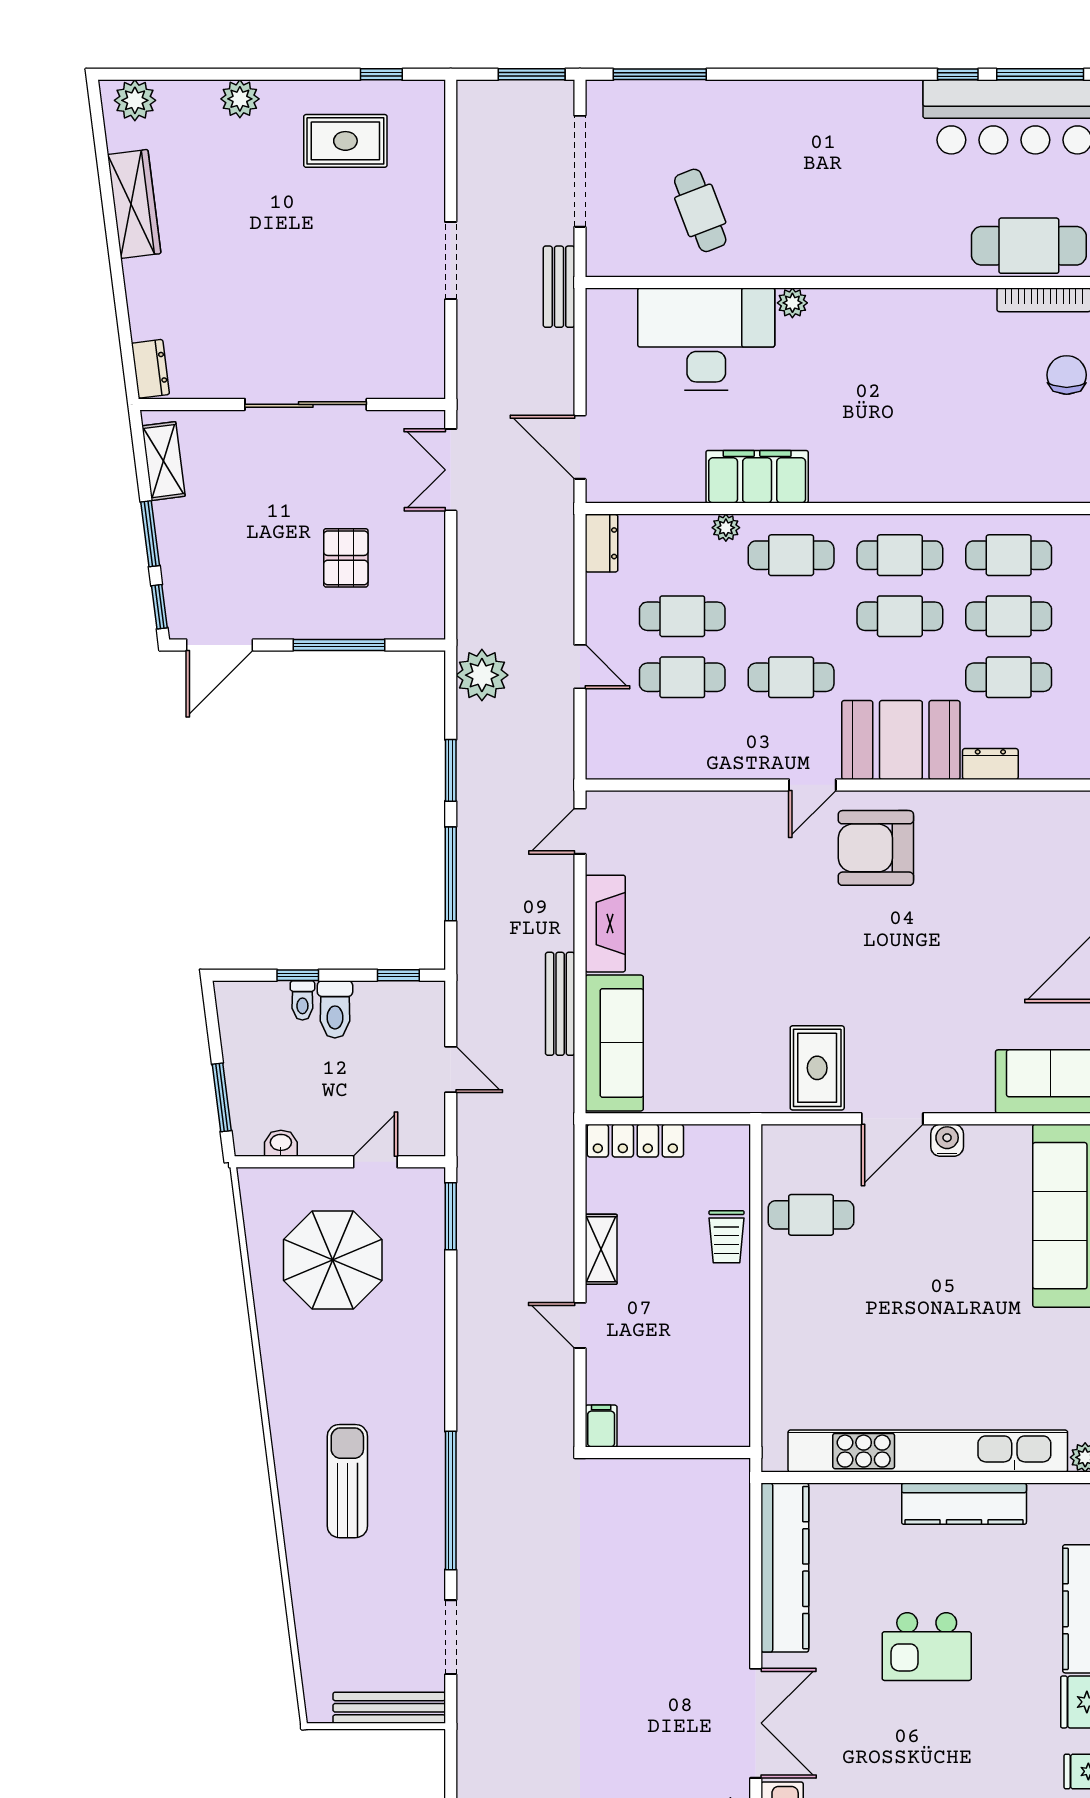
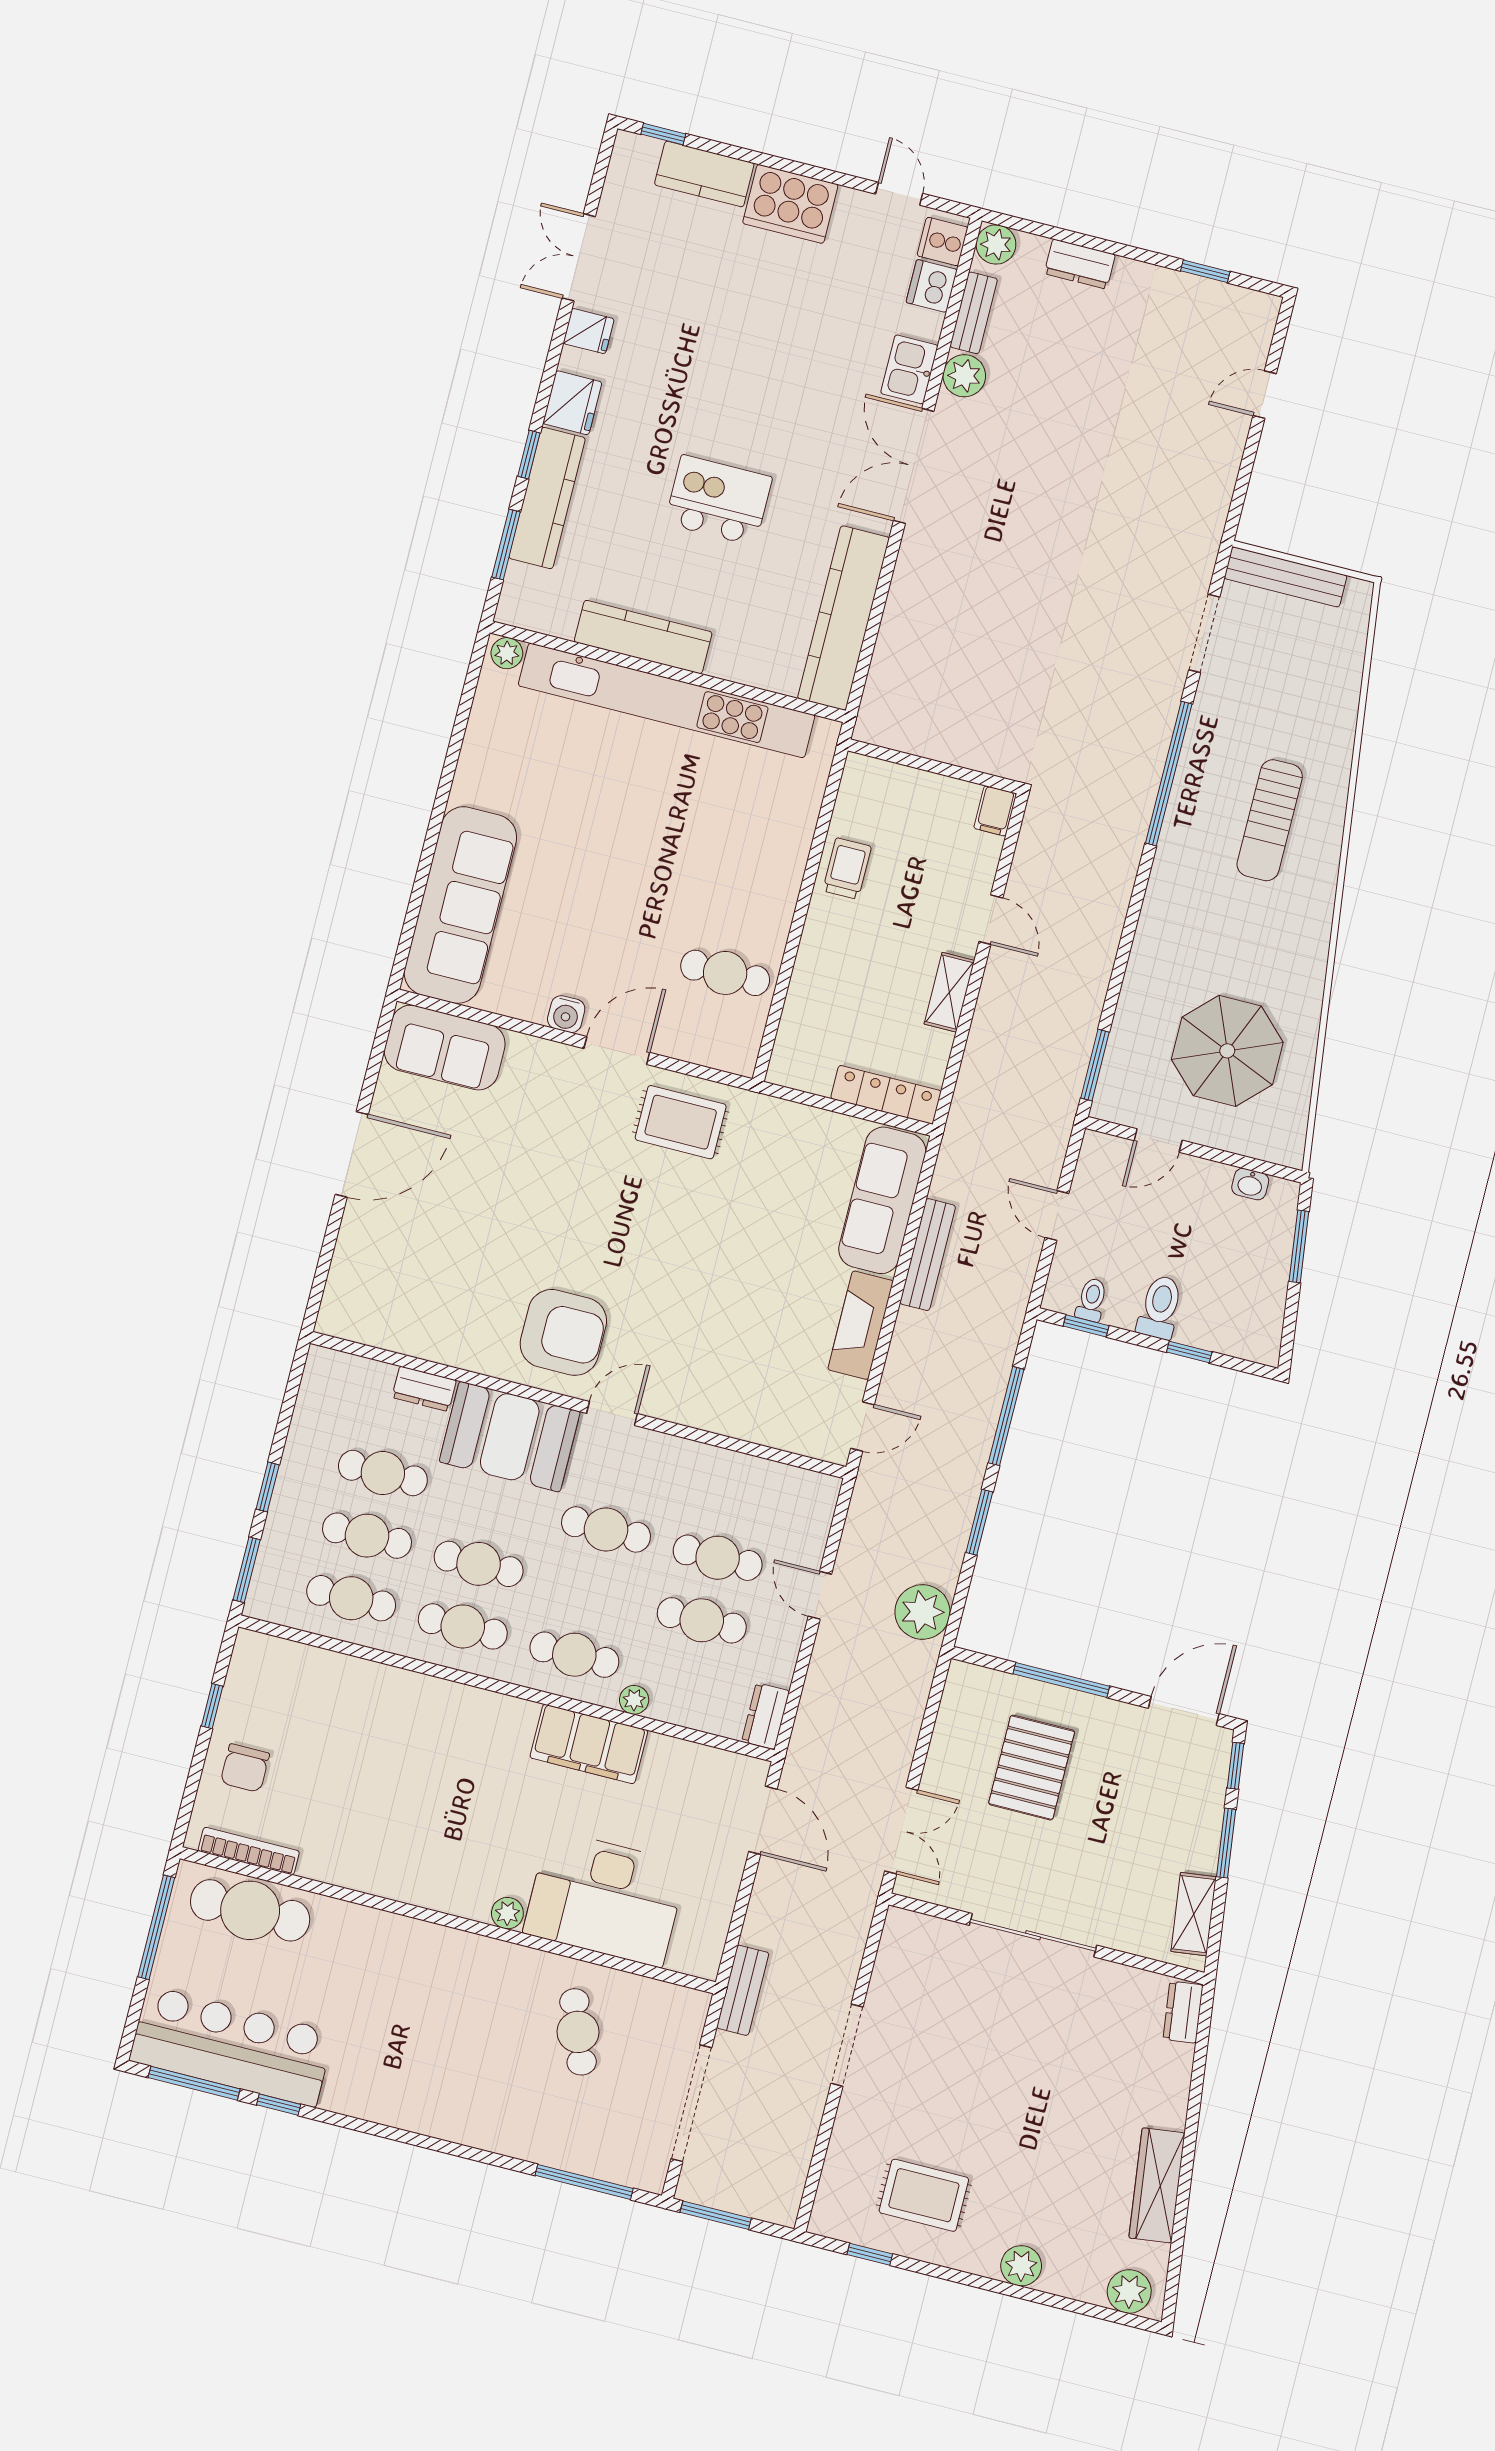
pallet: (346, 558) -> (1032, 1768), width x1.50, depth x1.42
toilet: (302, 1000) -> (1091, 1300), moved
rug: (817, 1068) -> (681, 1122), turned 90
trolley: (726, 1237) -> (847, 869), moved

